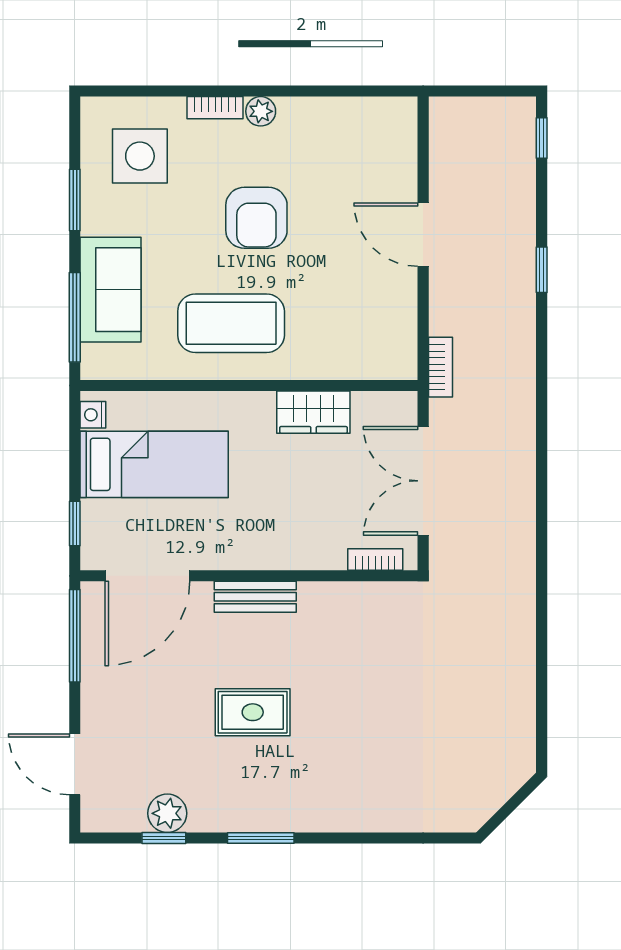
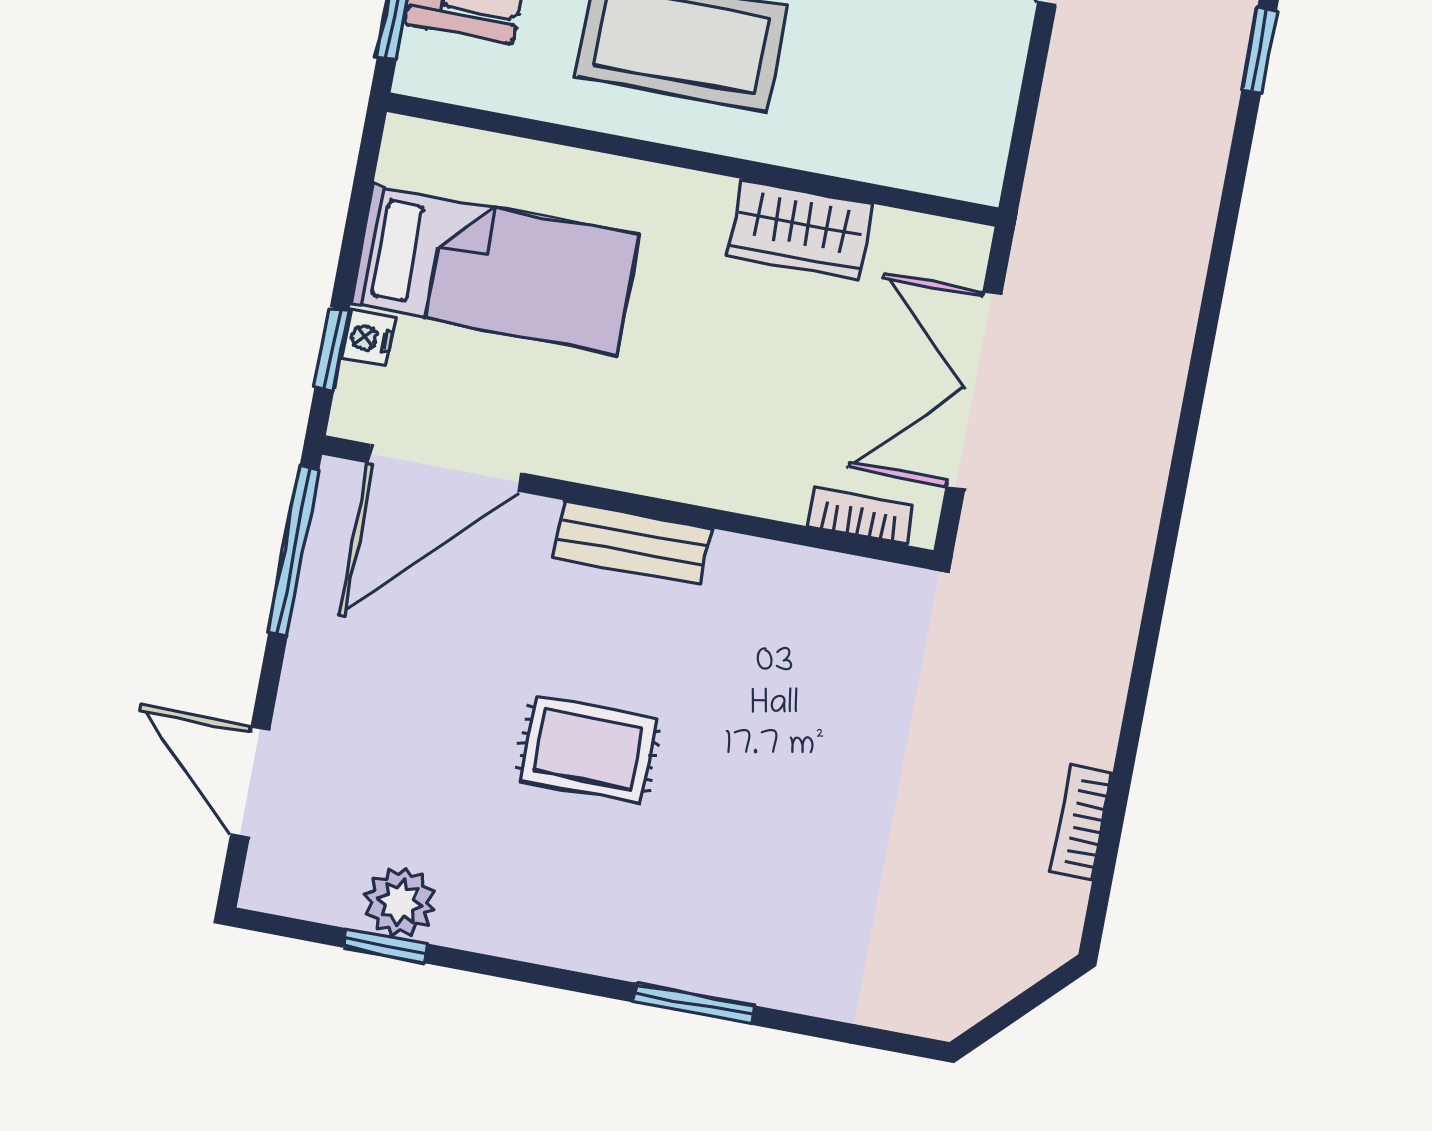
bookcase: (440, 367) -> (1081, 823), moved, turned 180
nightstand: (93, 415) -> (368, 338), moved
window: (261, 838) -> (694, 1004), moved

